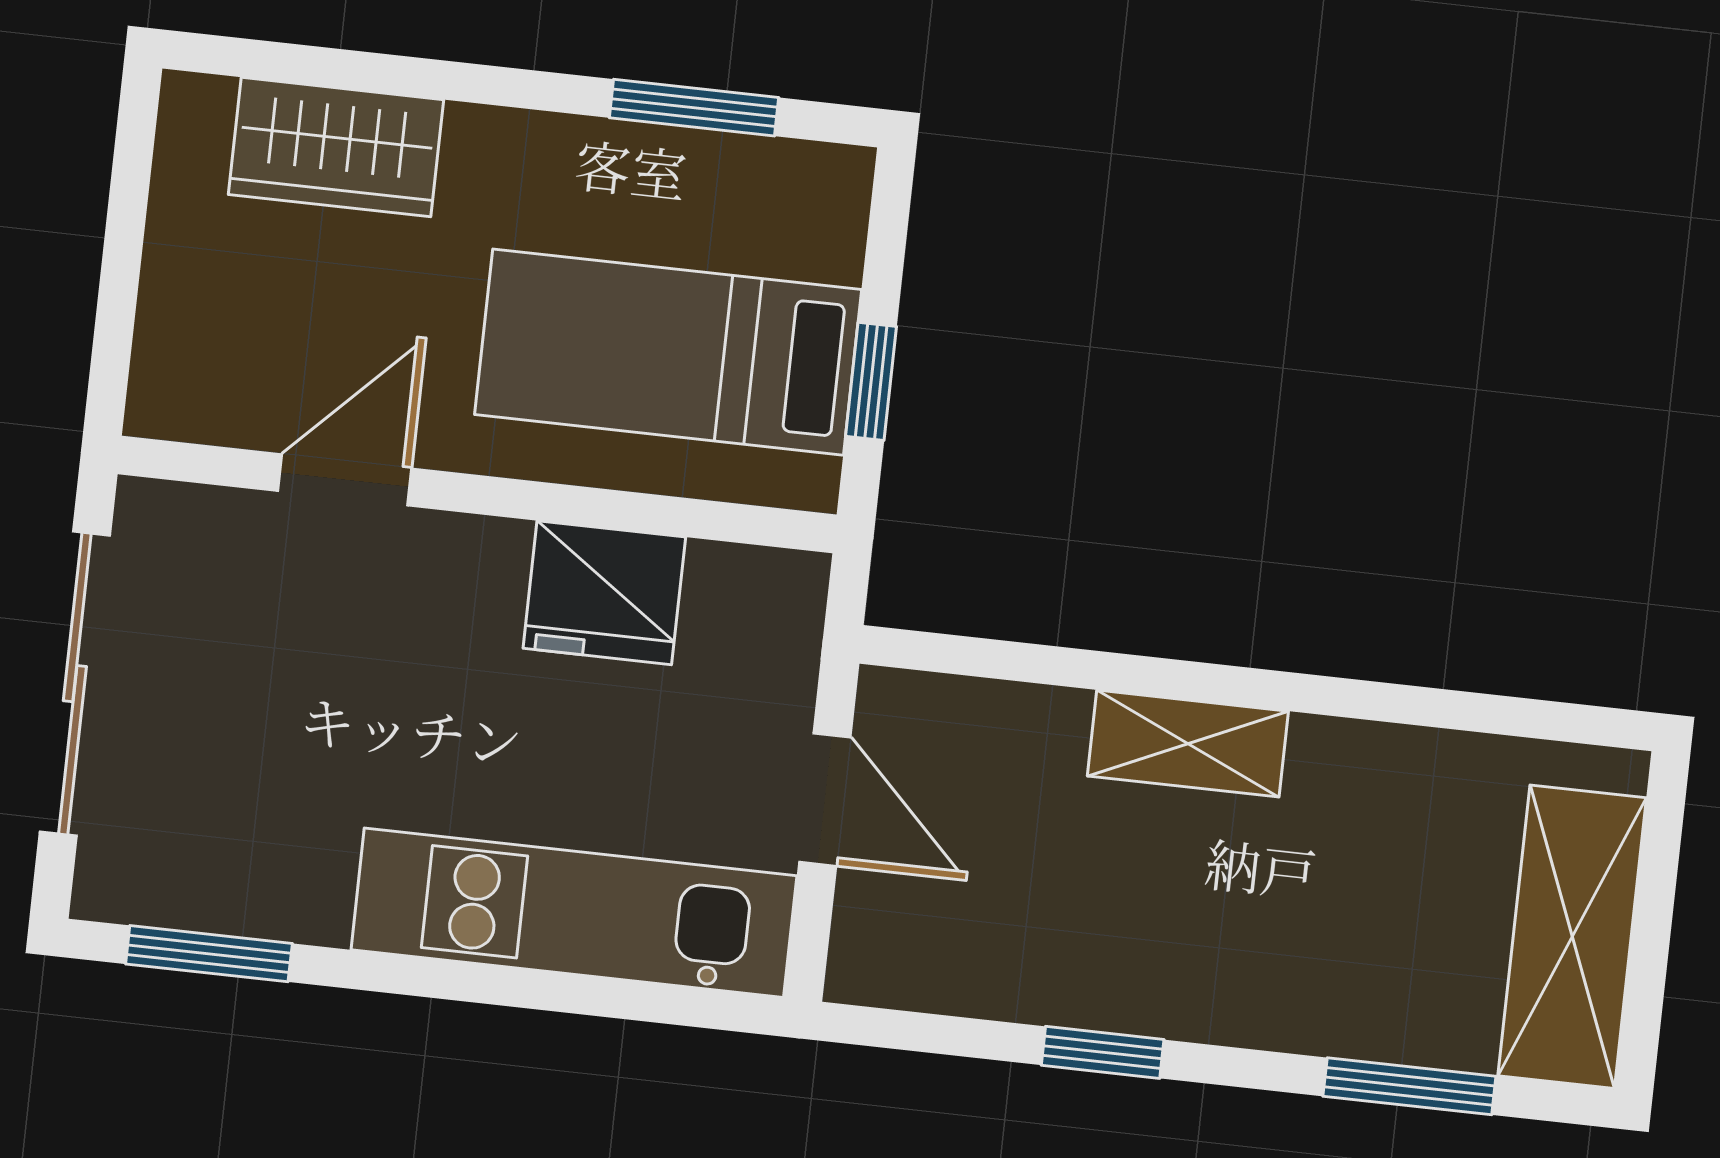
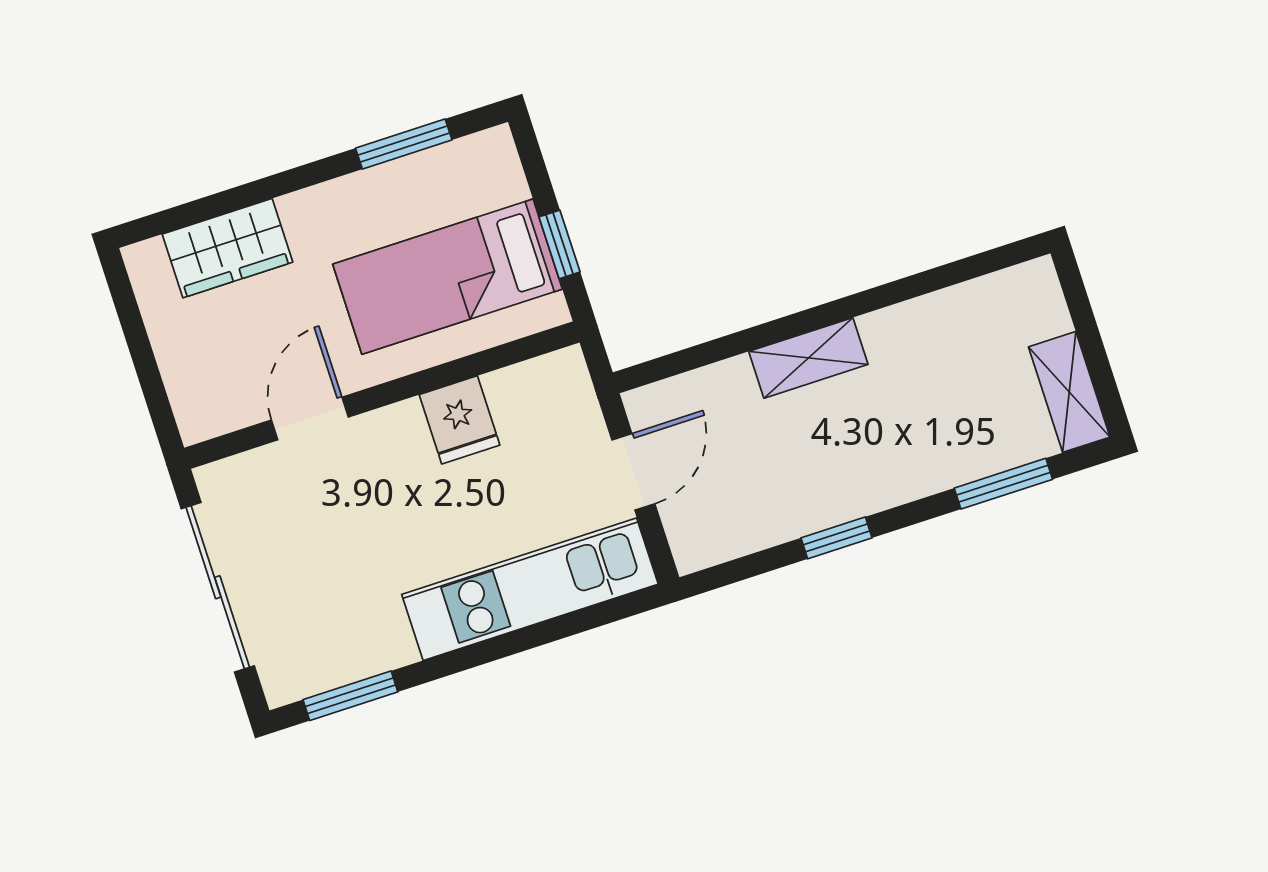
fridge: (604, 593) -> (460, 420), width x0.72
door: (825, 800) -> (633, 472), hinge flipped
shelving: (1572, 937) -> (1069, 392), width x0.67, depth x0.75

